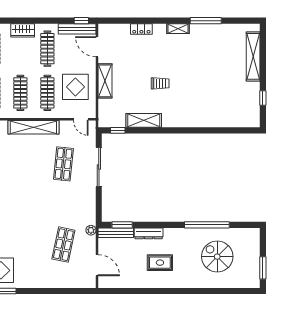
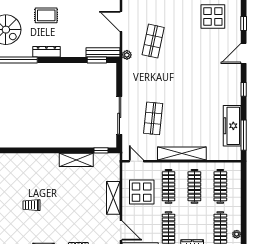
trolley: (160, 83) -> (31, 205), moved
dresser: (149, 233) -> (46, 52), moved
rug: (160, 263) -> (46, 15), moved

